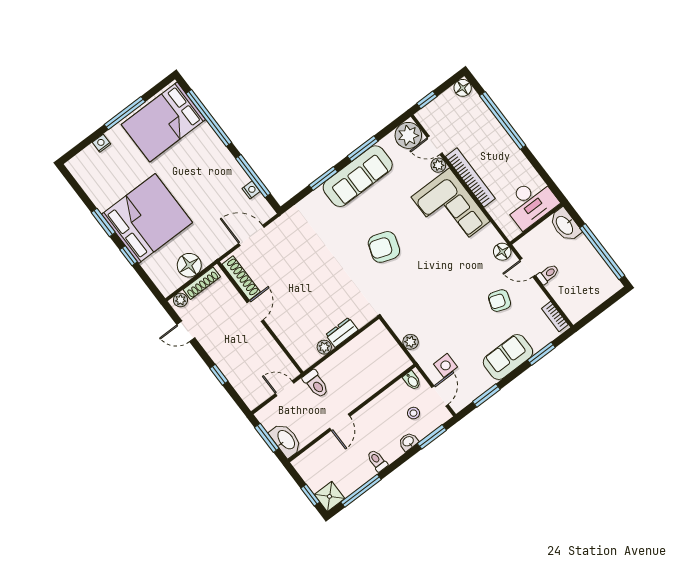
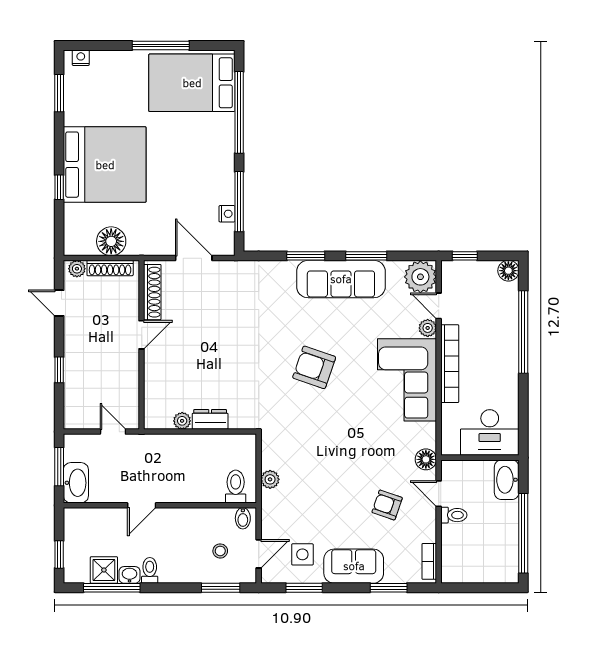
nightstand: (101, 143) -> (81, 58), moved
window: (103, 222) -> (59, 93), moved
side table: (446, 365) -> (302, 554), moved
toilet: (316, 384) -> (236, 487), moved, turned 180
washbasin: (408, 442) -> (130, 575), moved
shower: (329, 496) -> (104, 570), moved

